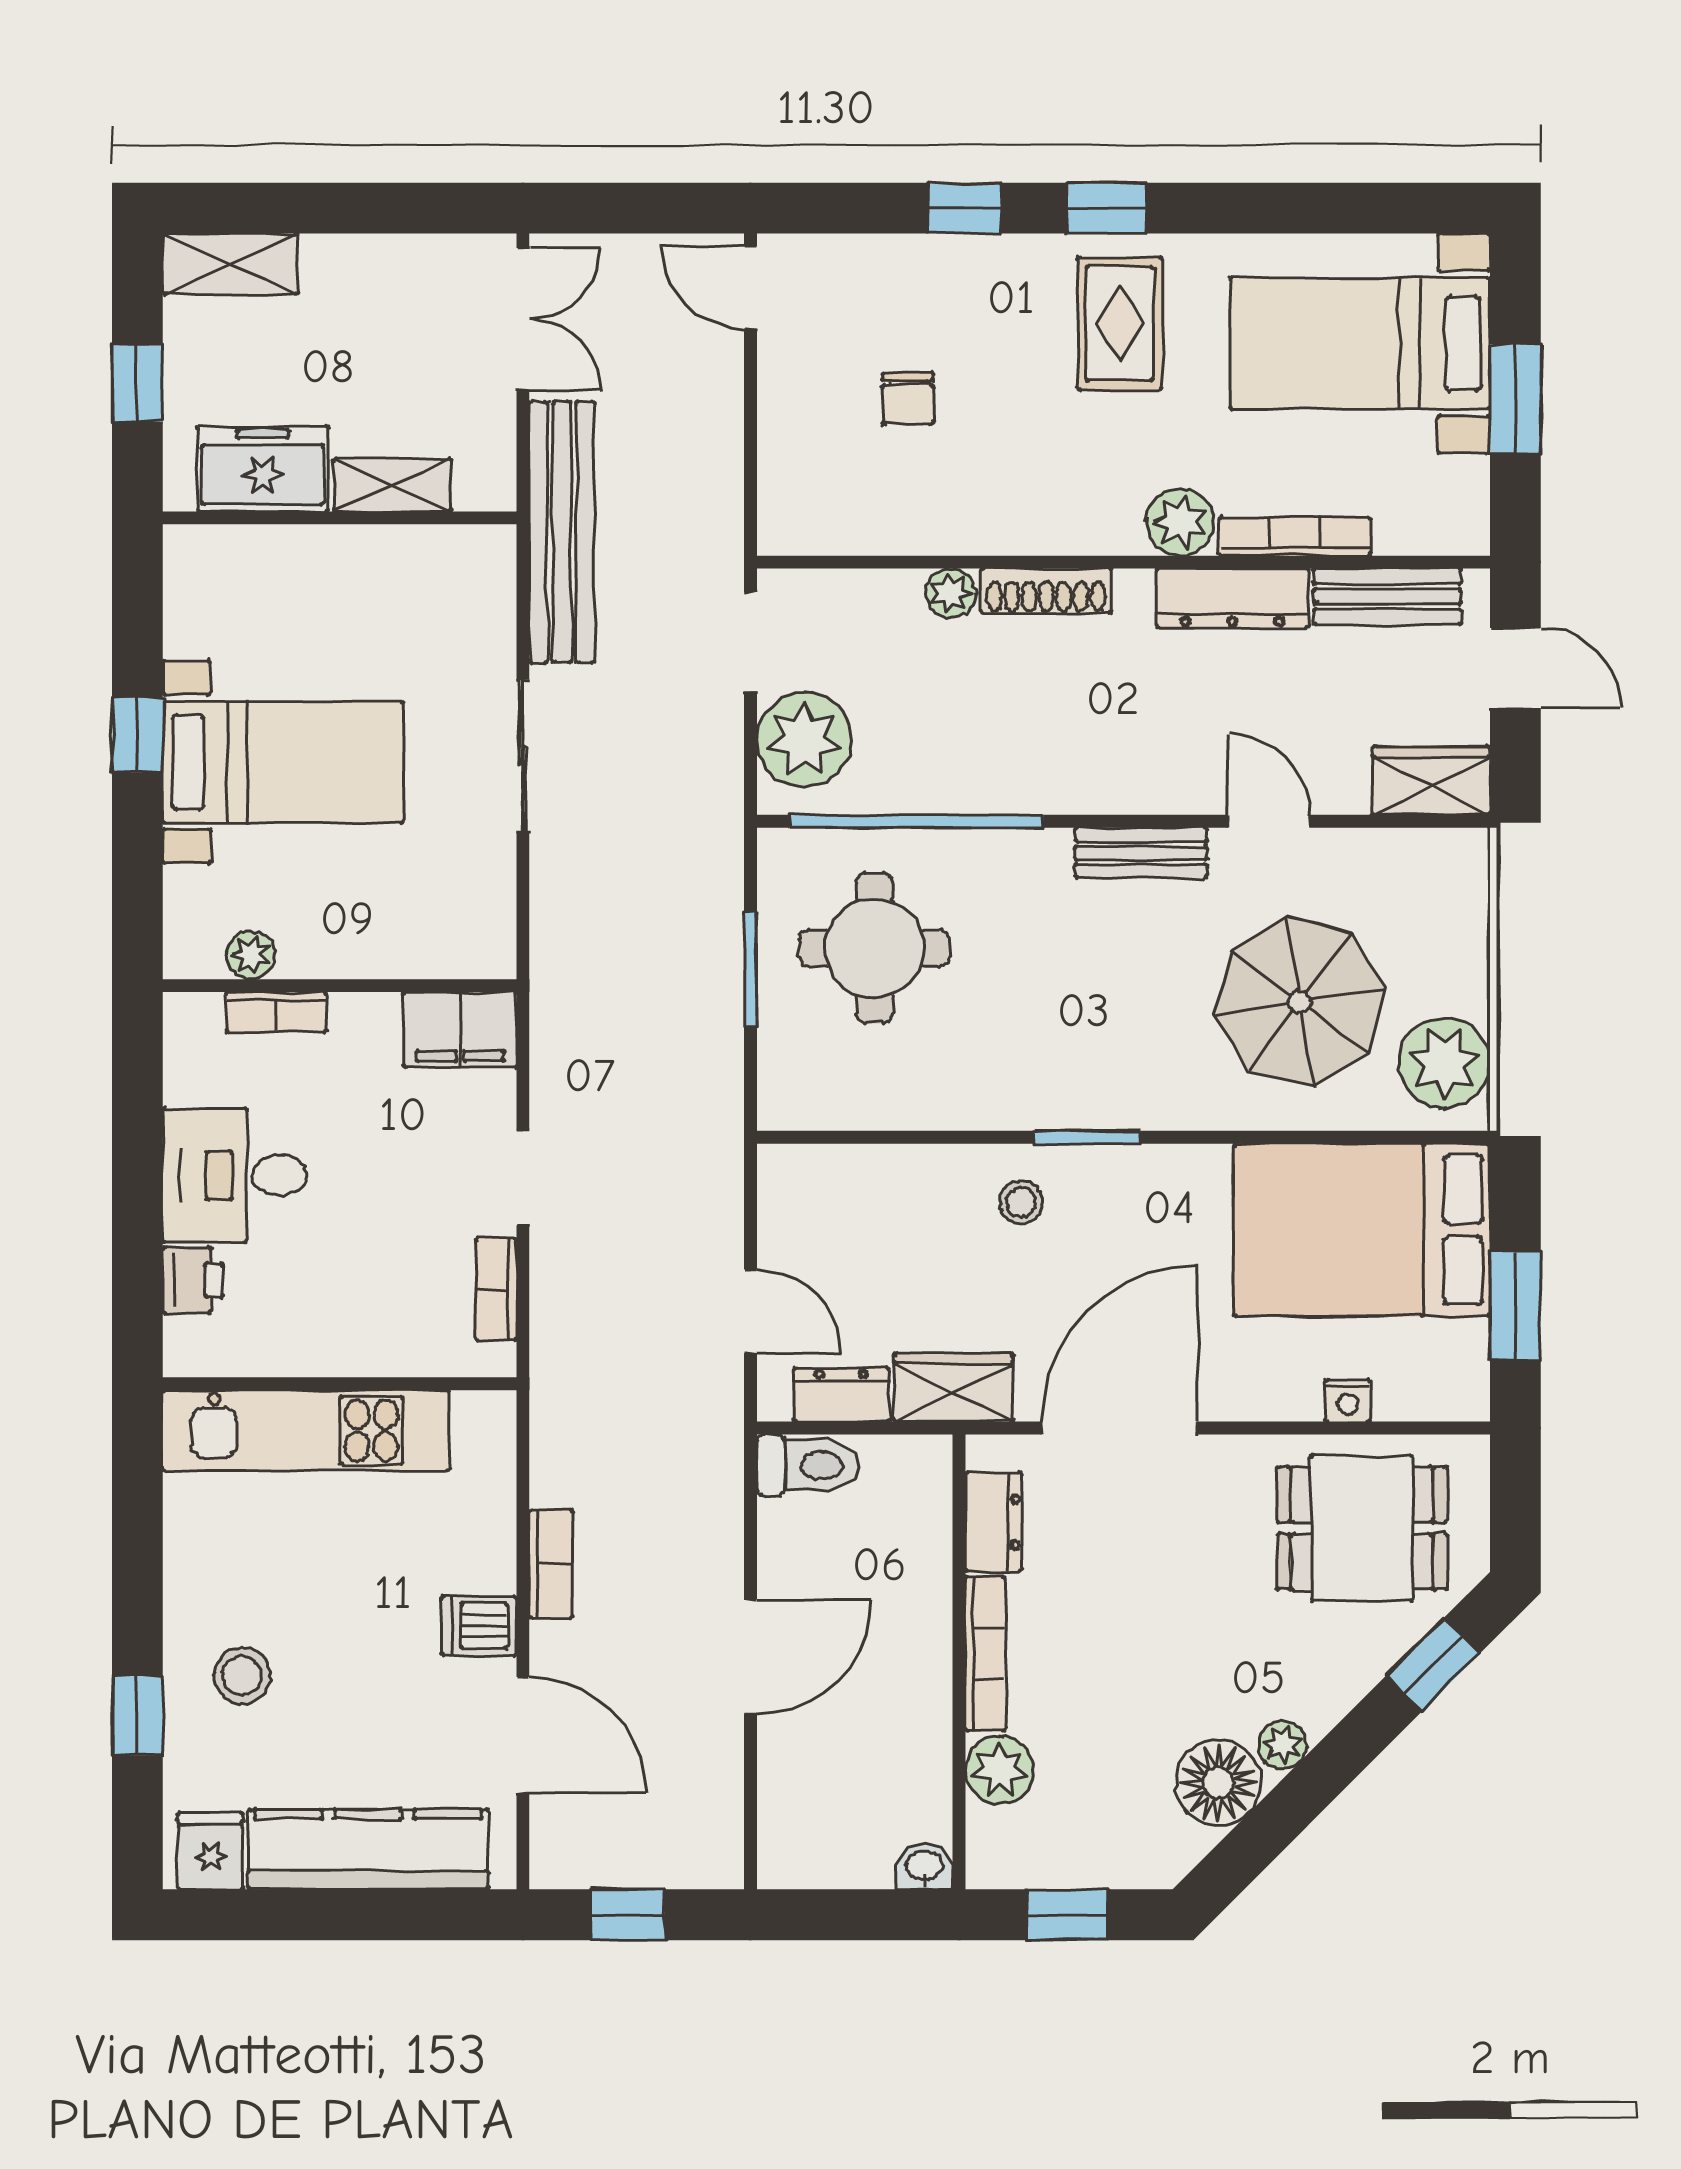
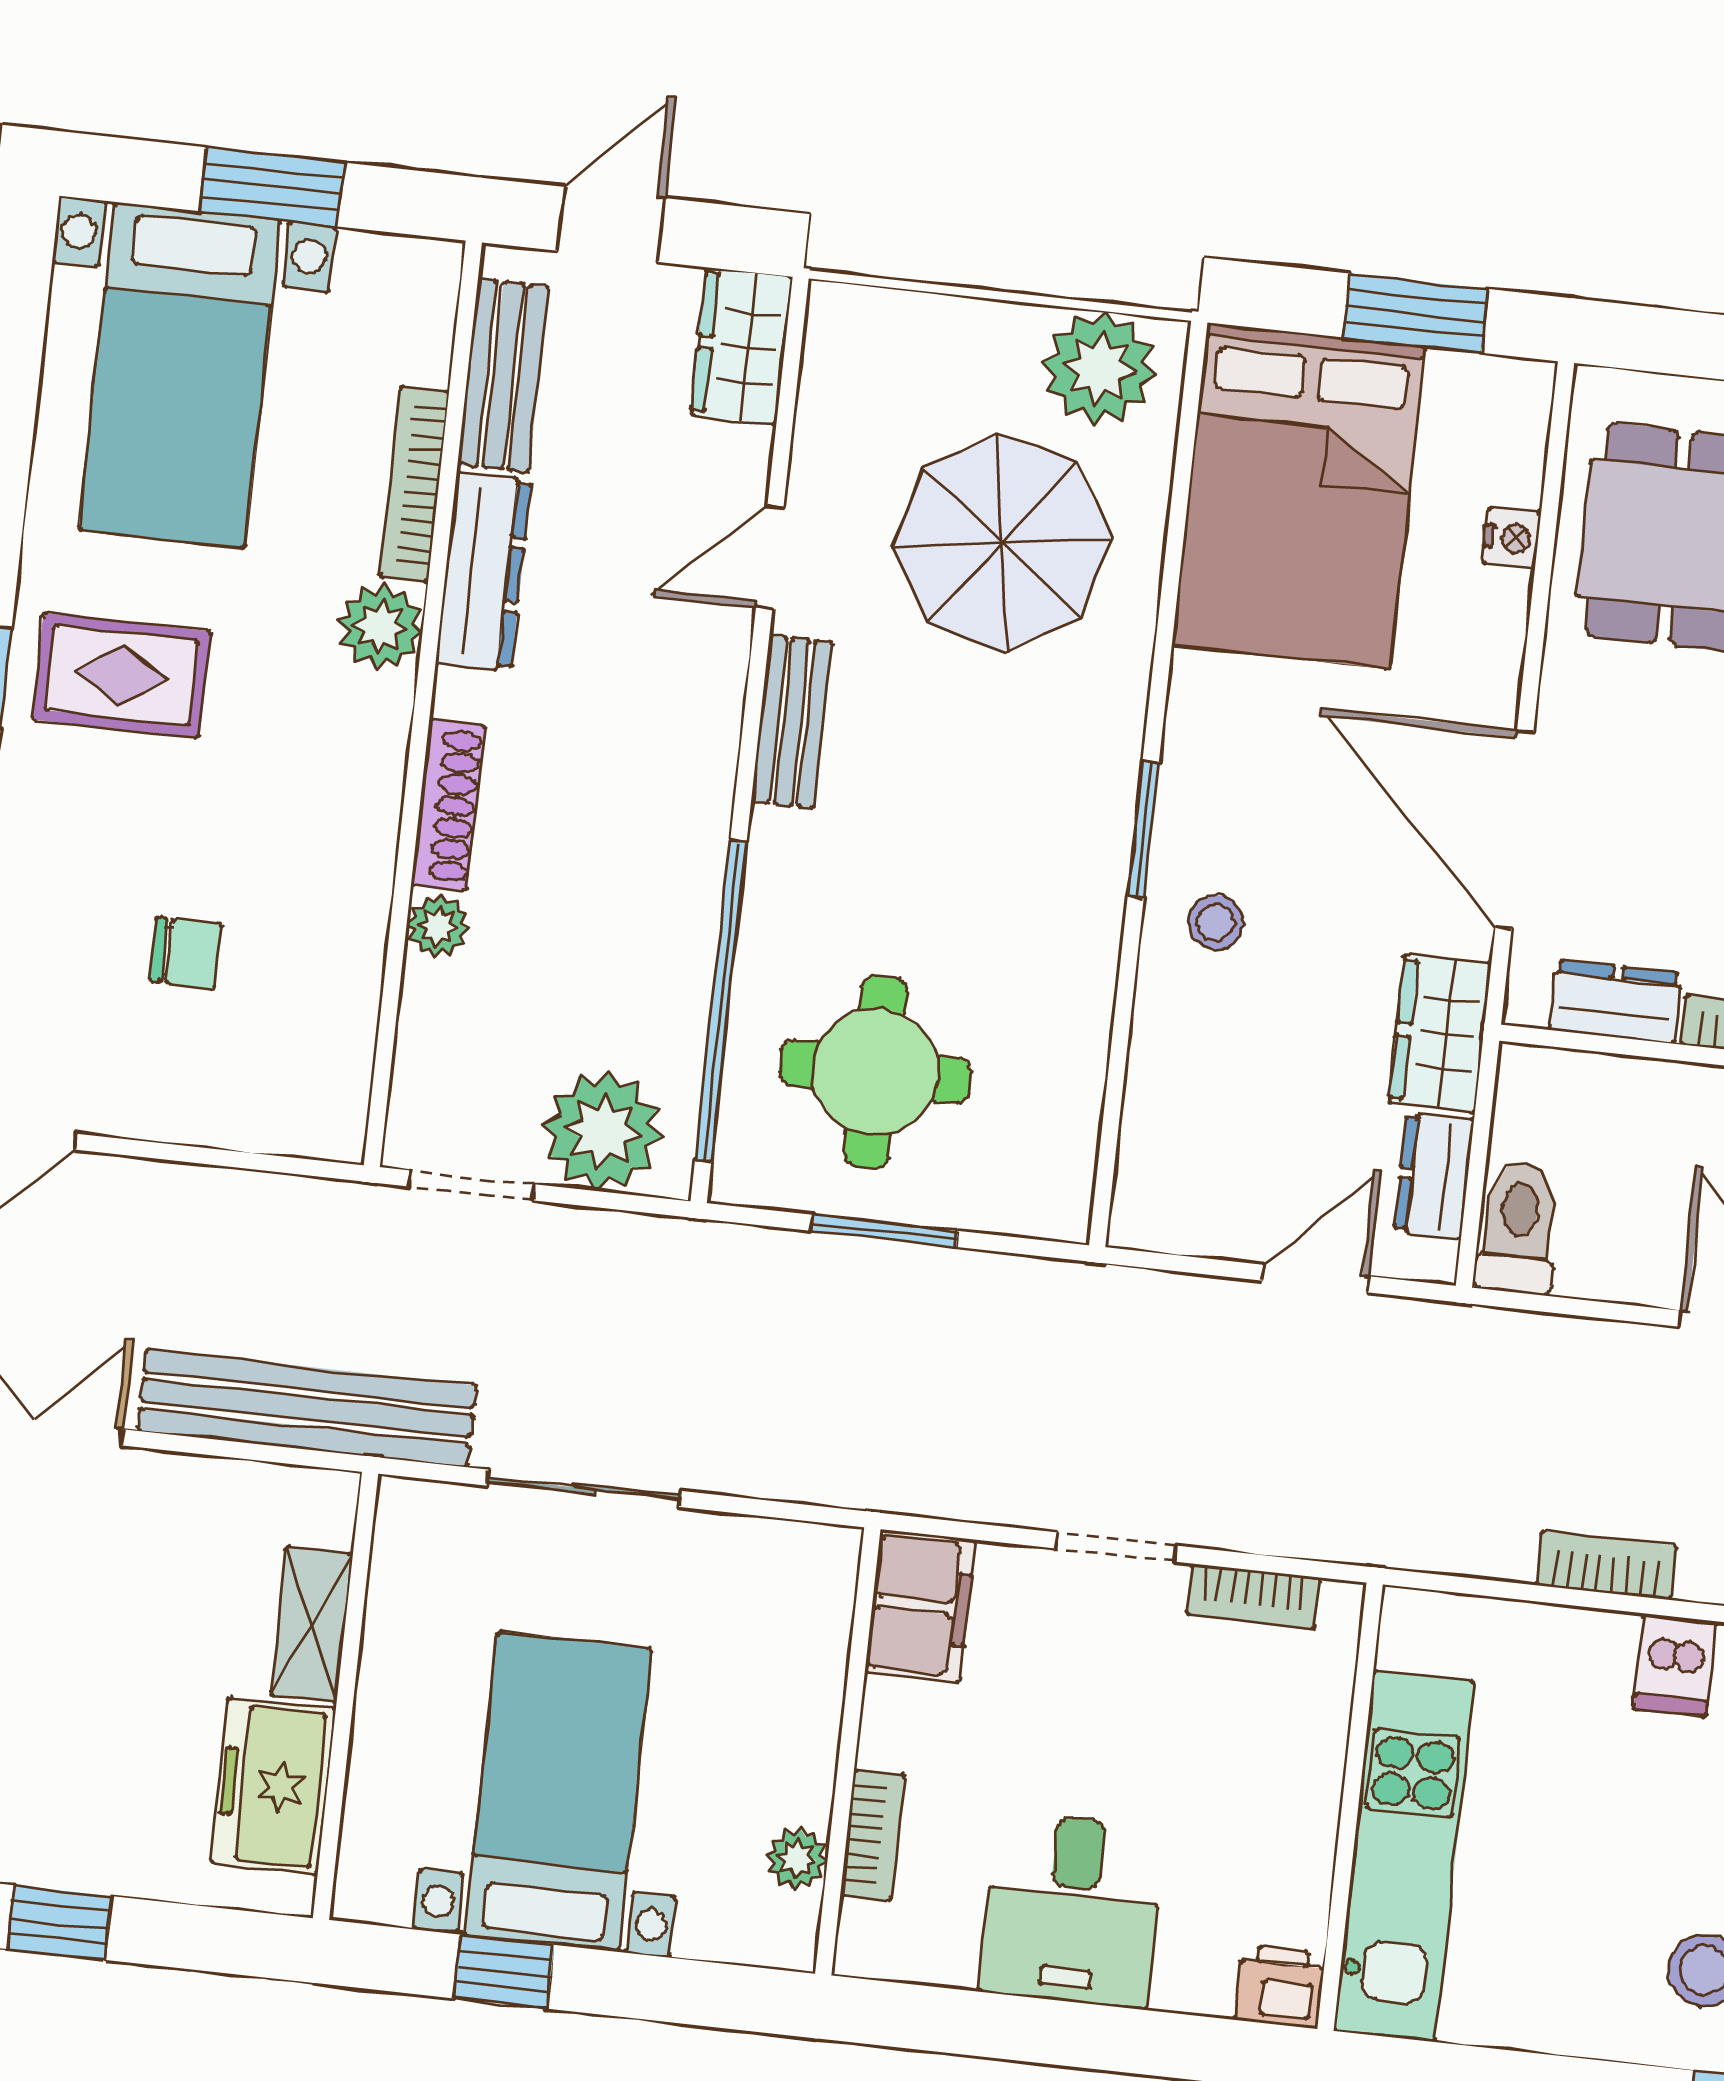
freezer: (263, 469) -> (273, 1786), moved
shelving: (392, 485) -> (312, 1625), moved
wall: (340, 518) -> (346, 1696), moved
printer: (193, 1280) -> (1280, 1987), moved

